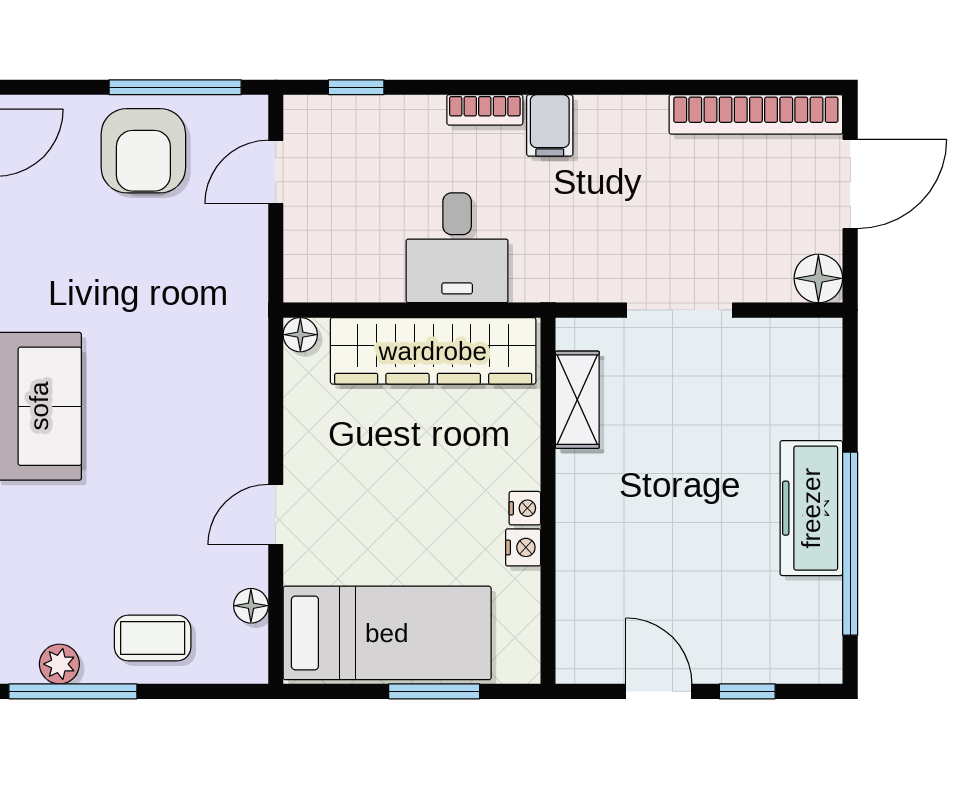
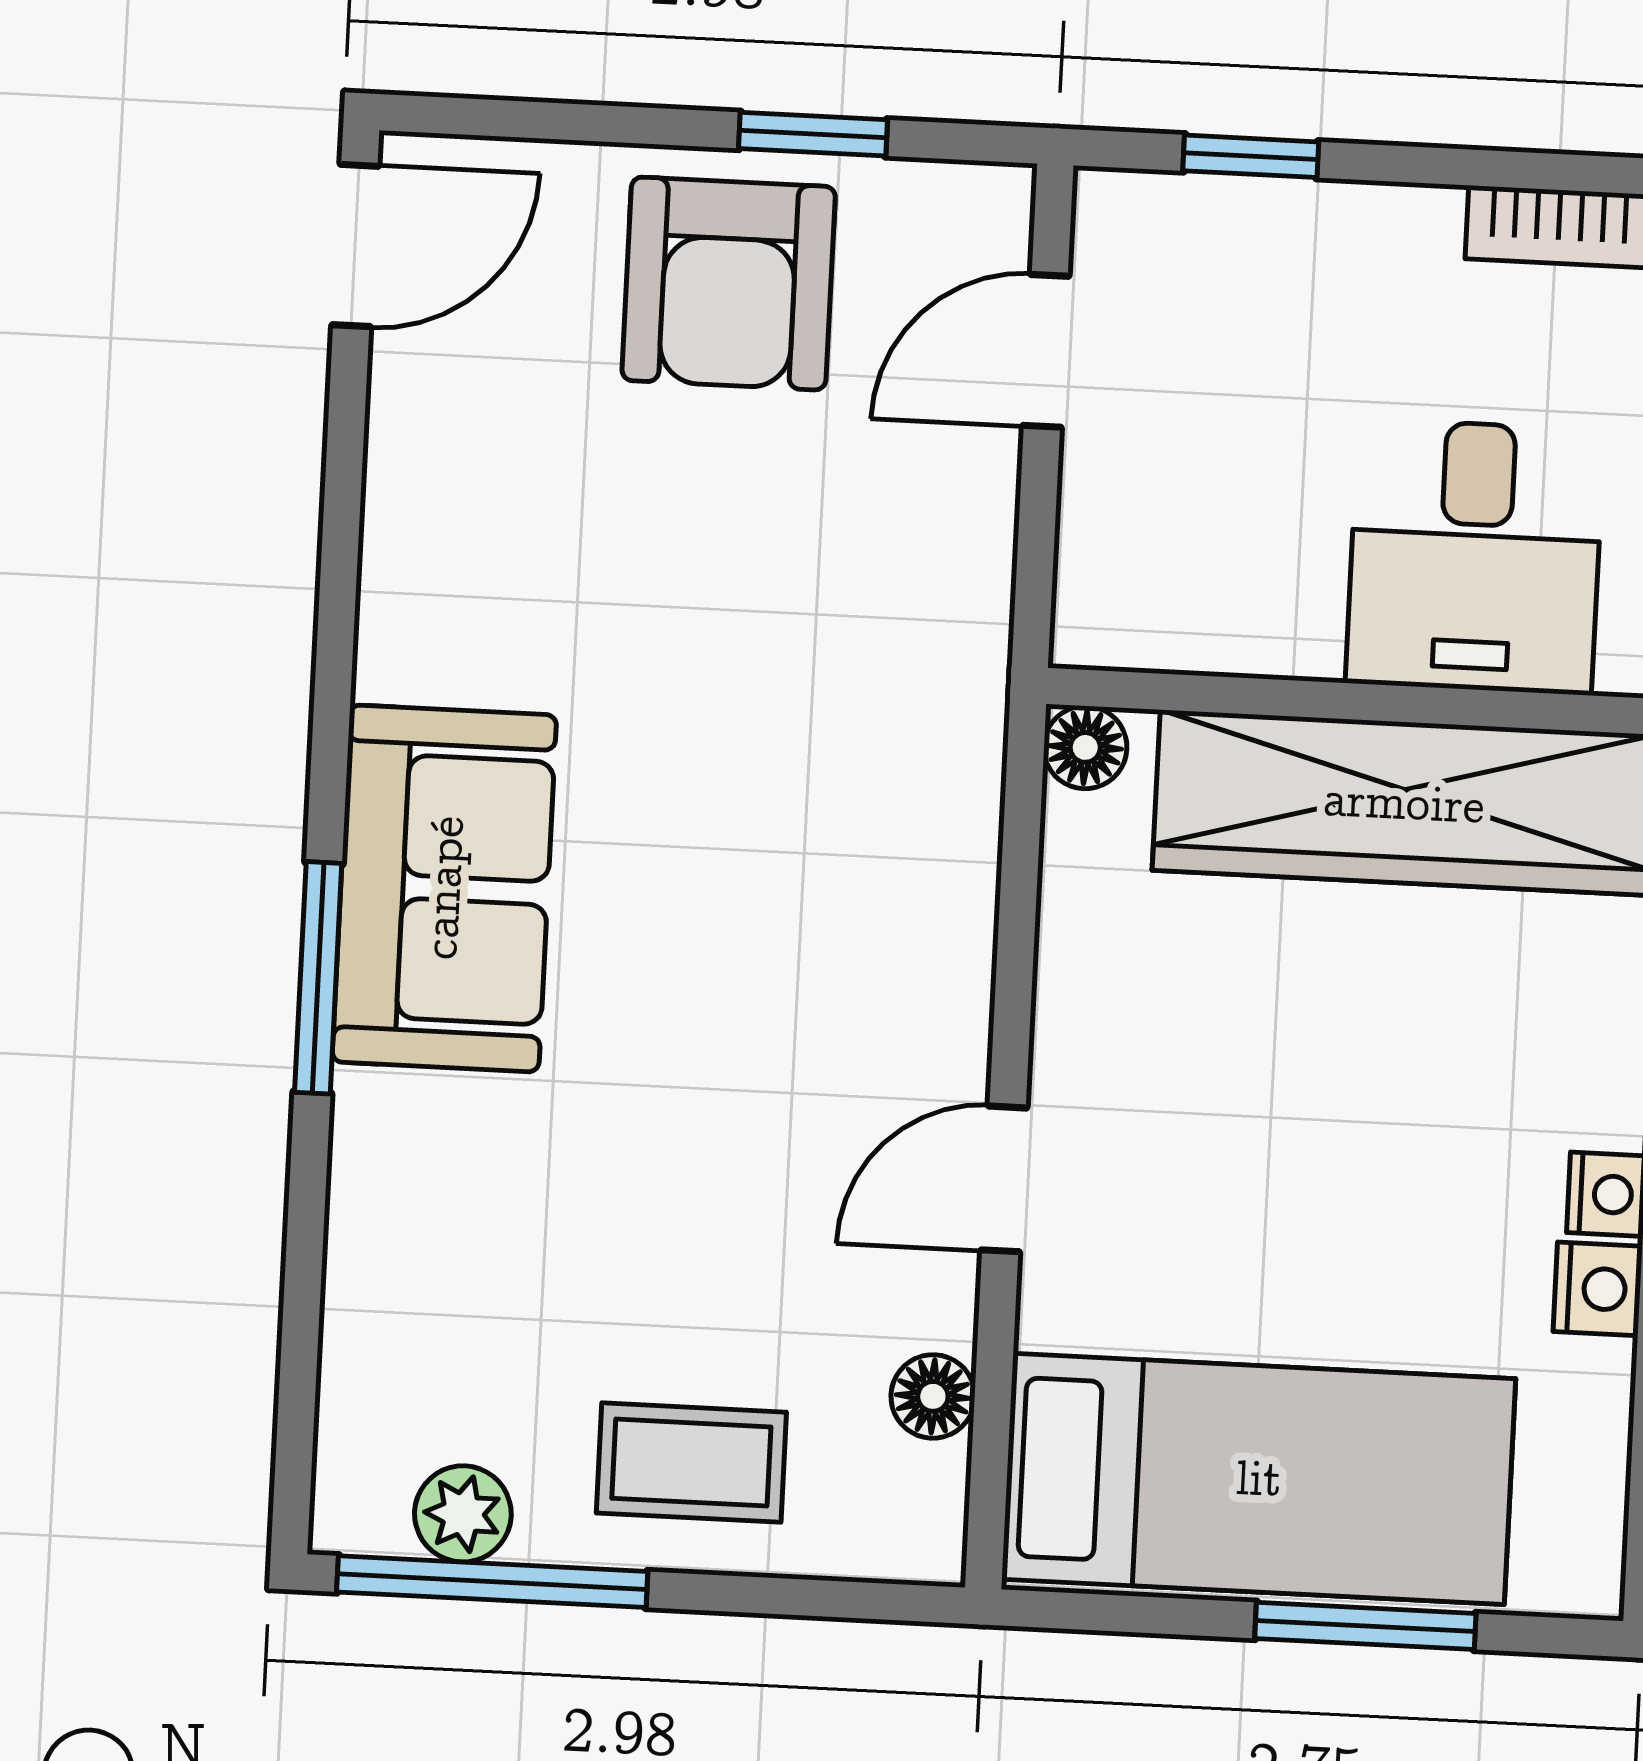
window: (175, 87) -> (813, 134), width x0.46

